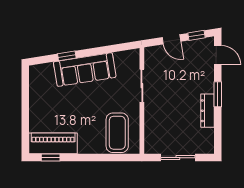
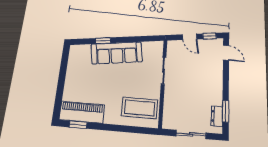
window: (218, 94) -> (226, 111), moved
dresser: (207, 111) -> (217, 116), moved, width x0.70
coffee table: (117, 133) -> (140, 108), turned 90

